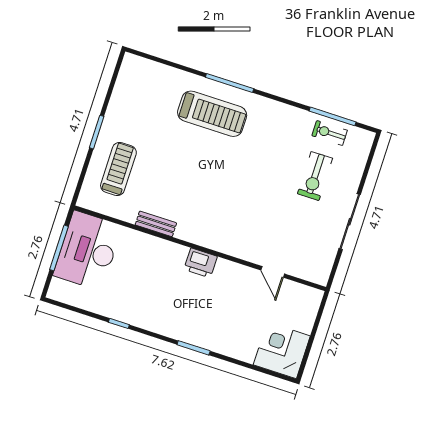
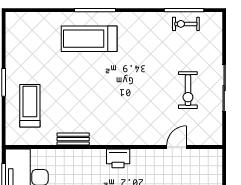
treadmill: (212, 114) -> (89, 39), turned 180
exercise bike: (315, 176) -> (188, 90), moved
door: (273, 272) -> (177, 147), swing flipped

